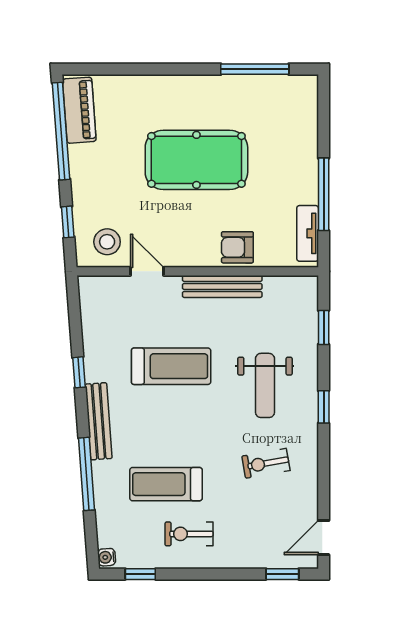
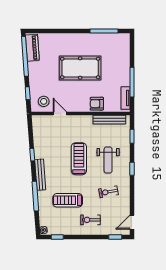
bench: (222, 286) -> (109, 120), moved
treadmill: (171, 366) -> (79, 159), moved, turned -90
exercise bike: (189, 534) -> (90, 220), moved

